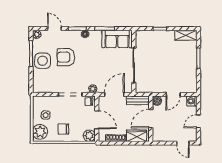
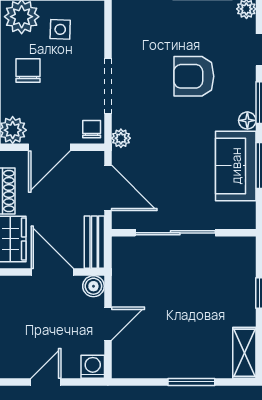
sofa: (117, 39) -> (236, 166), moved
armchair: (66, 57) -> (194, 76), turned -90
side table: (43, 61) -> (186, 22), removed
door: (173, 94) -> (108, 324), swing flipped
door: (198, 121) -> (46, 382), hinge flipped

